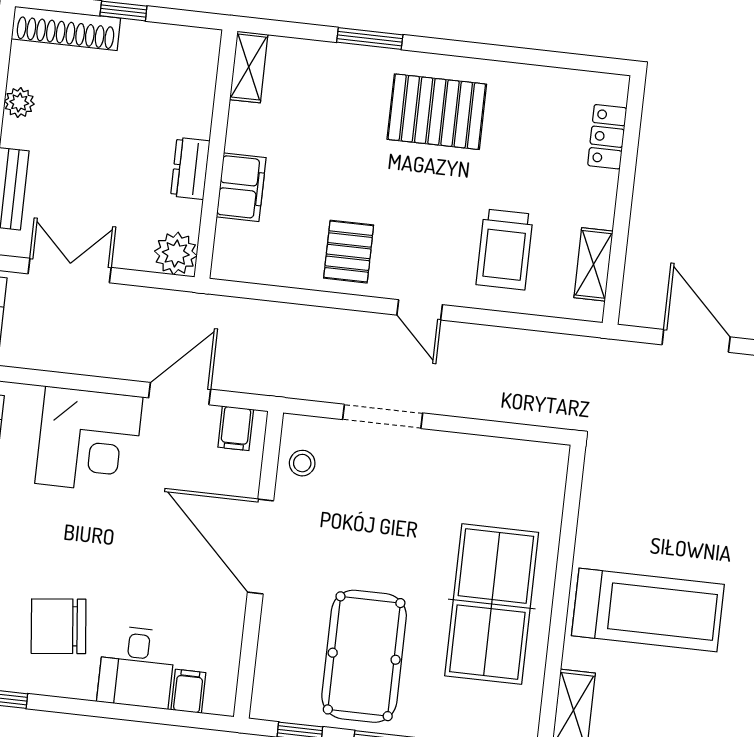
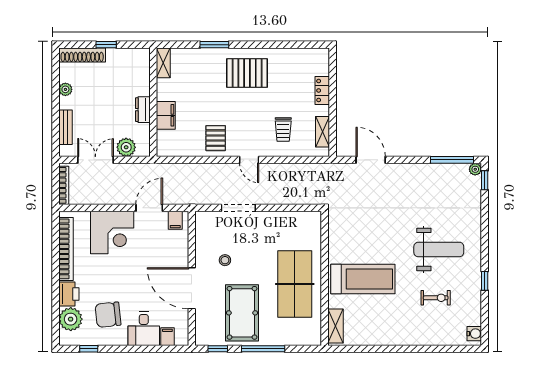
locker: (607, 137) -> (322, 90), moved
trolley: (505, 249) -> (283, 129), width x0.73, depth x0.72
plant: (176, 253) -> (126, 147), moved
stool: (302, 463) -> (225, 260), moved
door: (260, 546) -> (192, 288), moved

